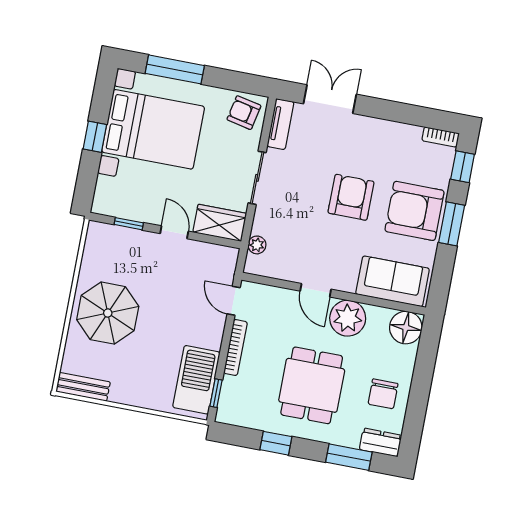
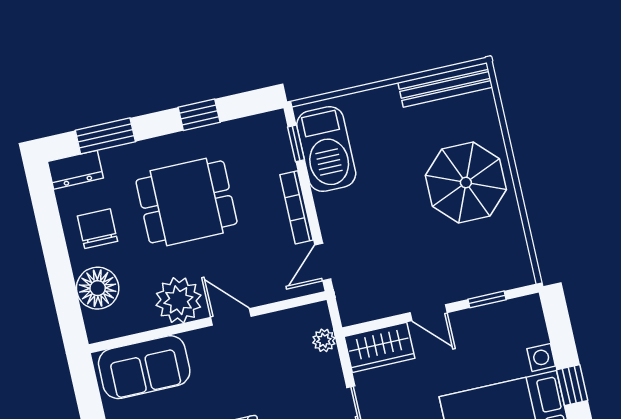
door: (234, 301) -> (323, 262), swing flipped
floor lamp: (406, 328) -> (98, 288), moved
dining table: (312, 385) -> (187, 202), turned 90
bench: (83, 387) -> (445, 85), width x1.36

